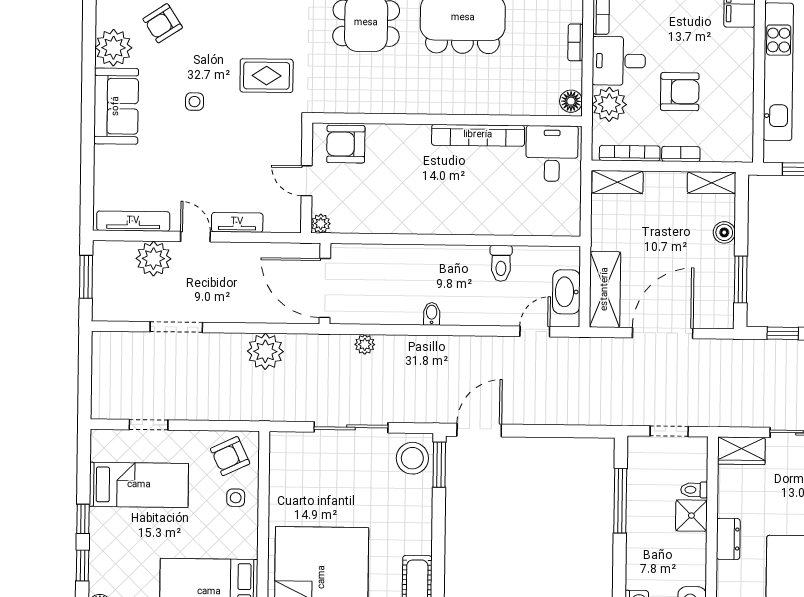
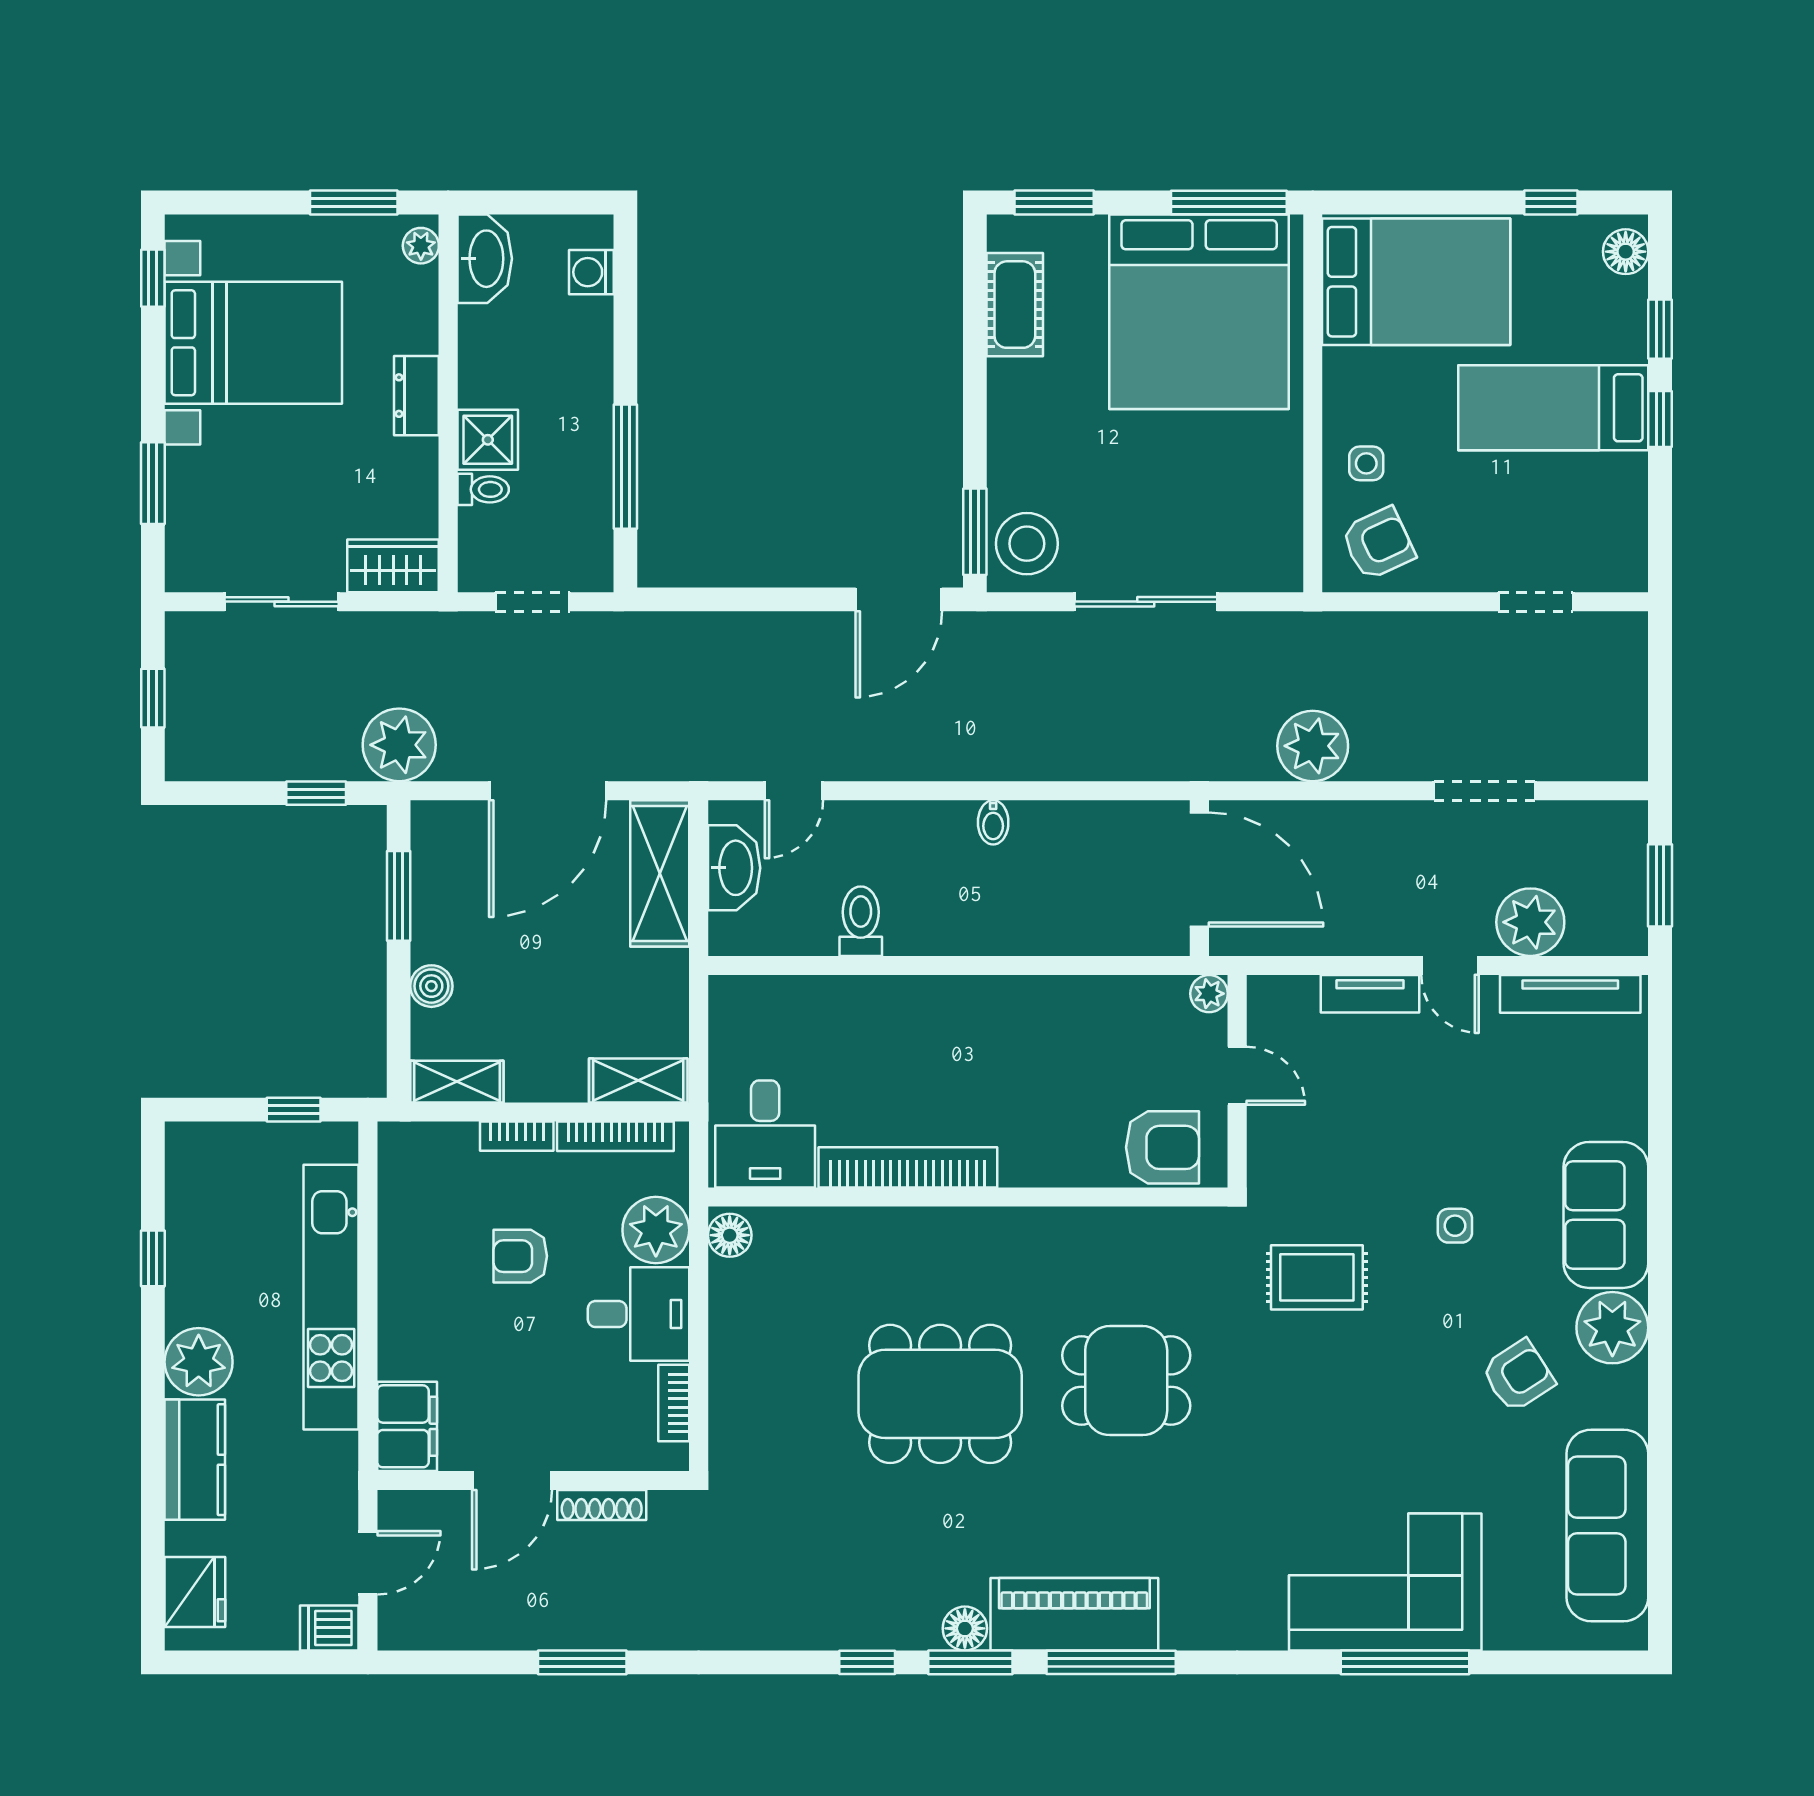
bookcase: (576, 42) -> (722, 1349), removed
armchair: (680, 92) -> (520, 1256), width x0.72, depth x0.72
plant: (365, 344) -> (399, 745), moved, width x1.87, depth x1.87
bed: (139, 485) -> (1553, 408), moved

